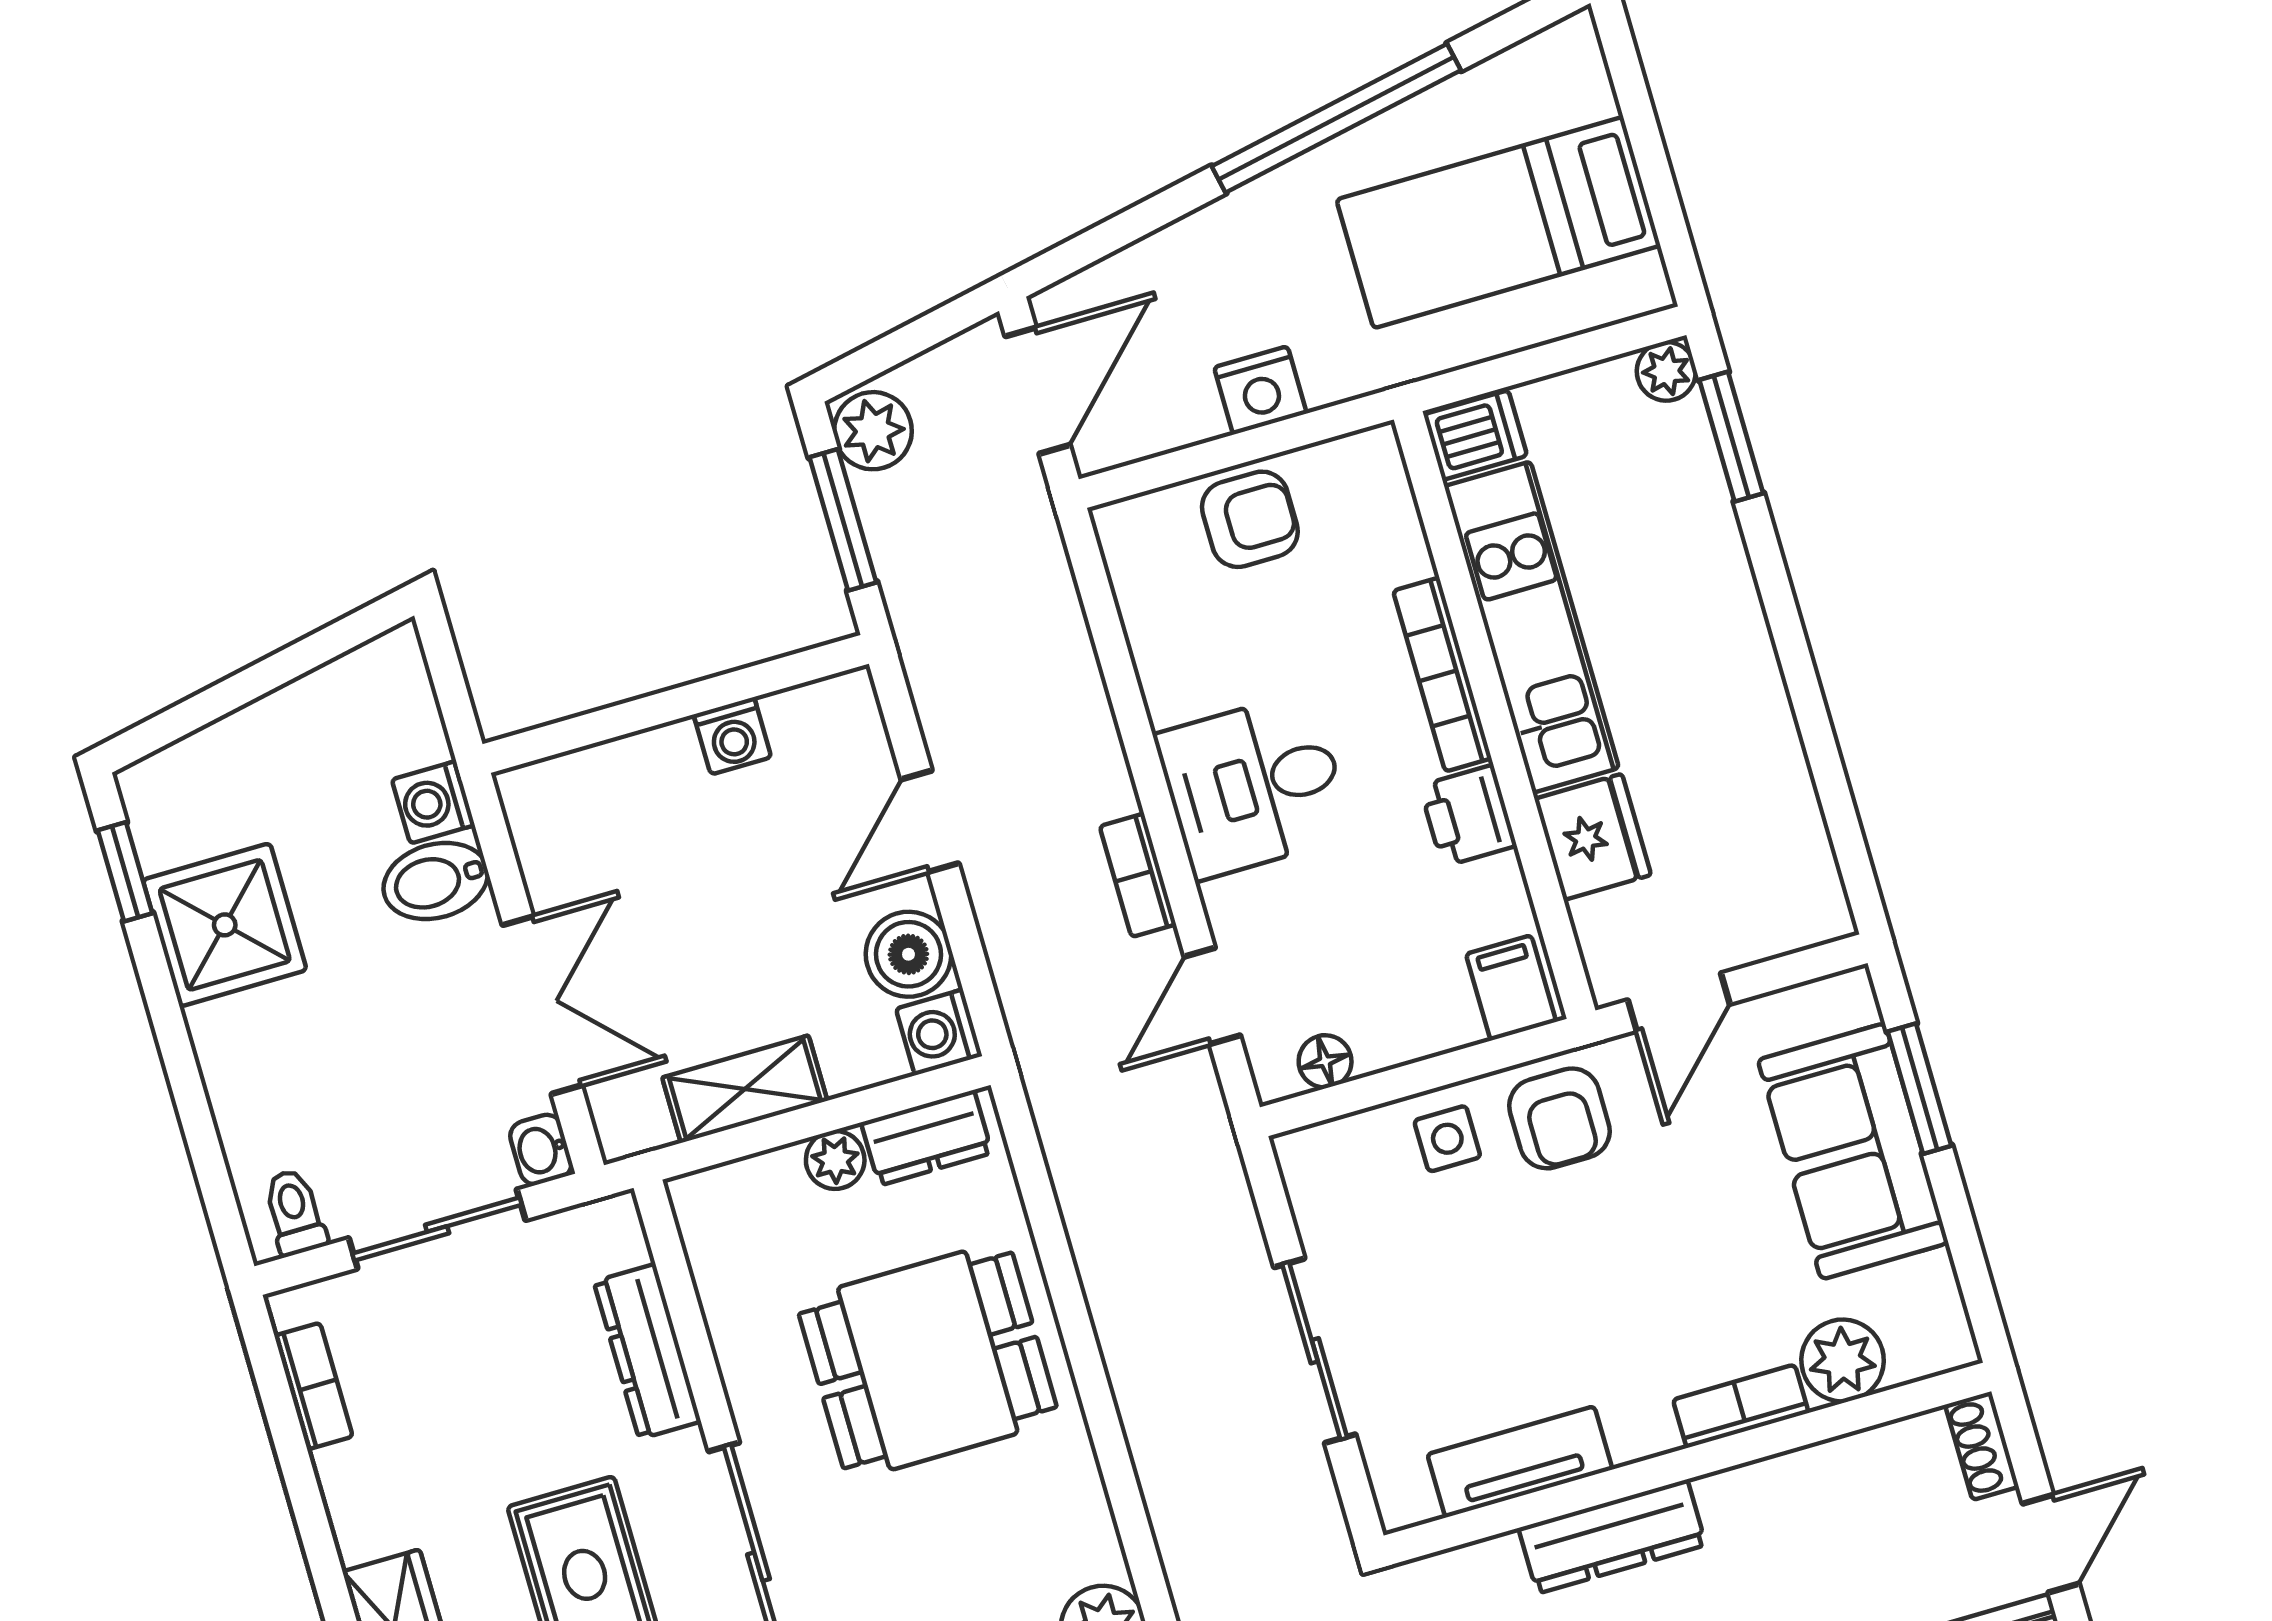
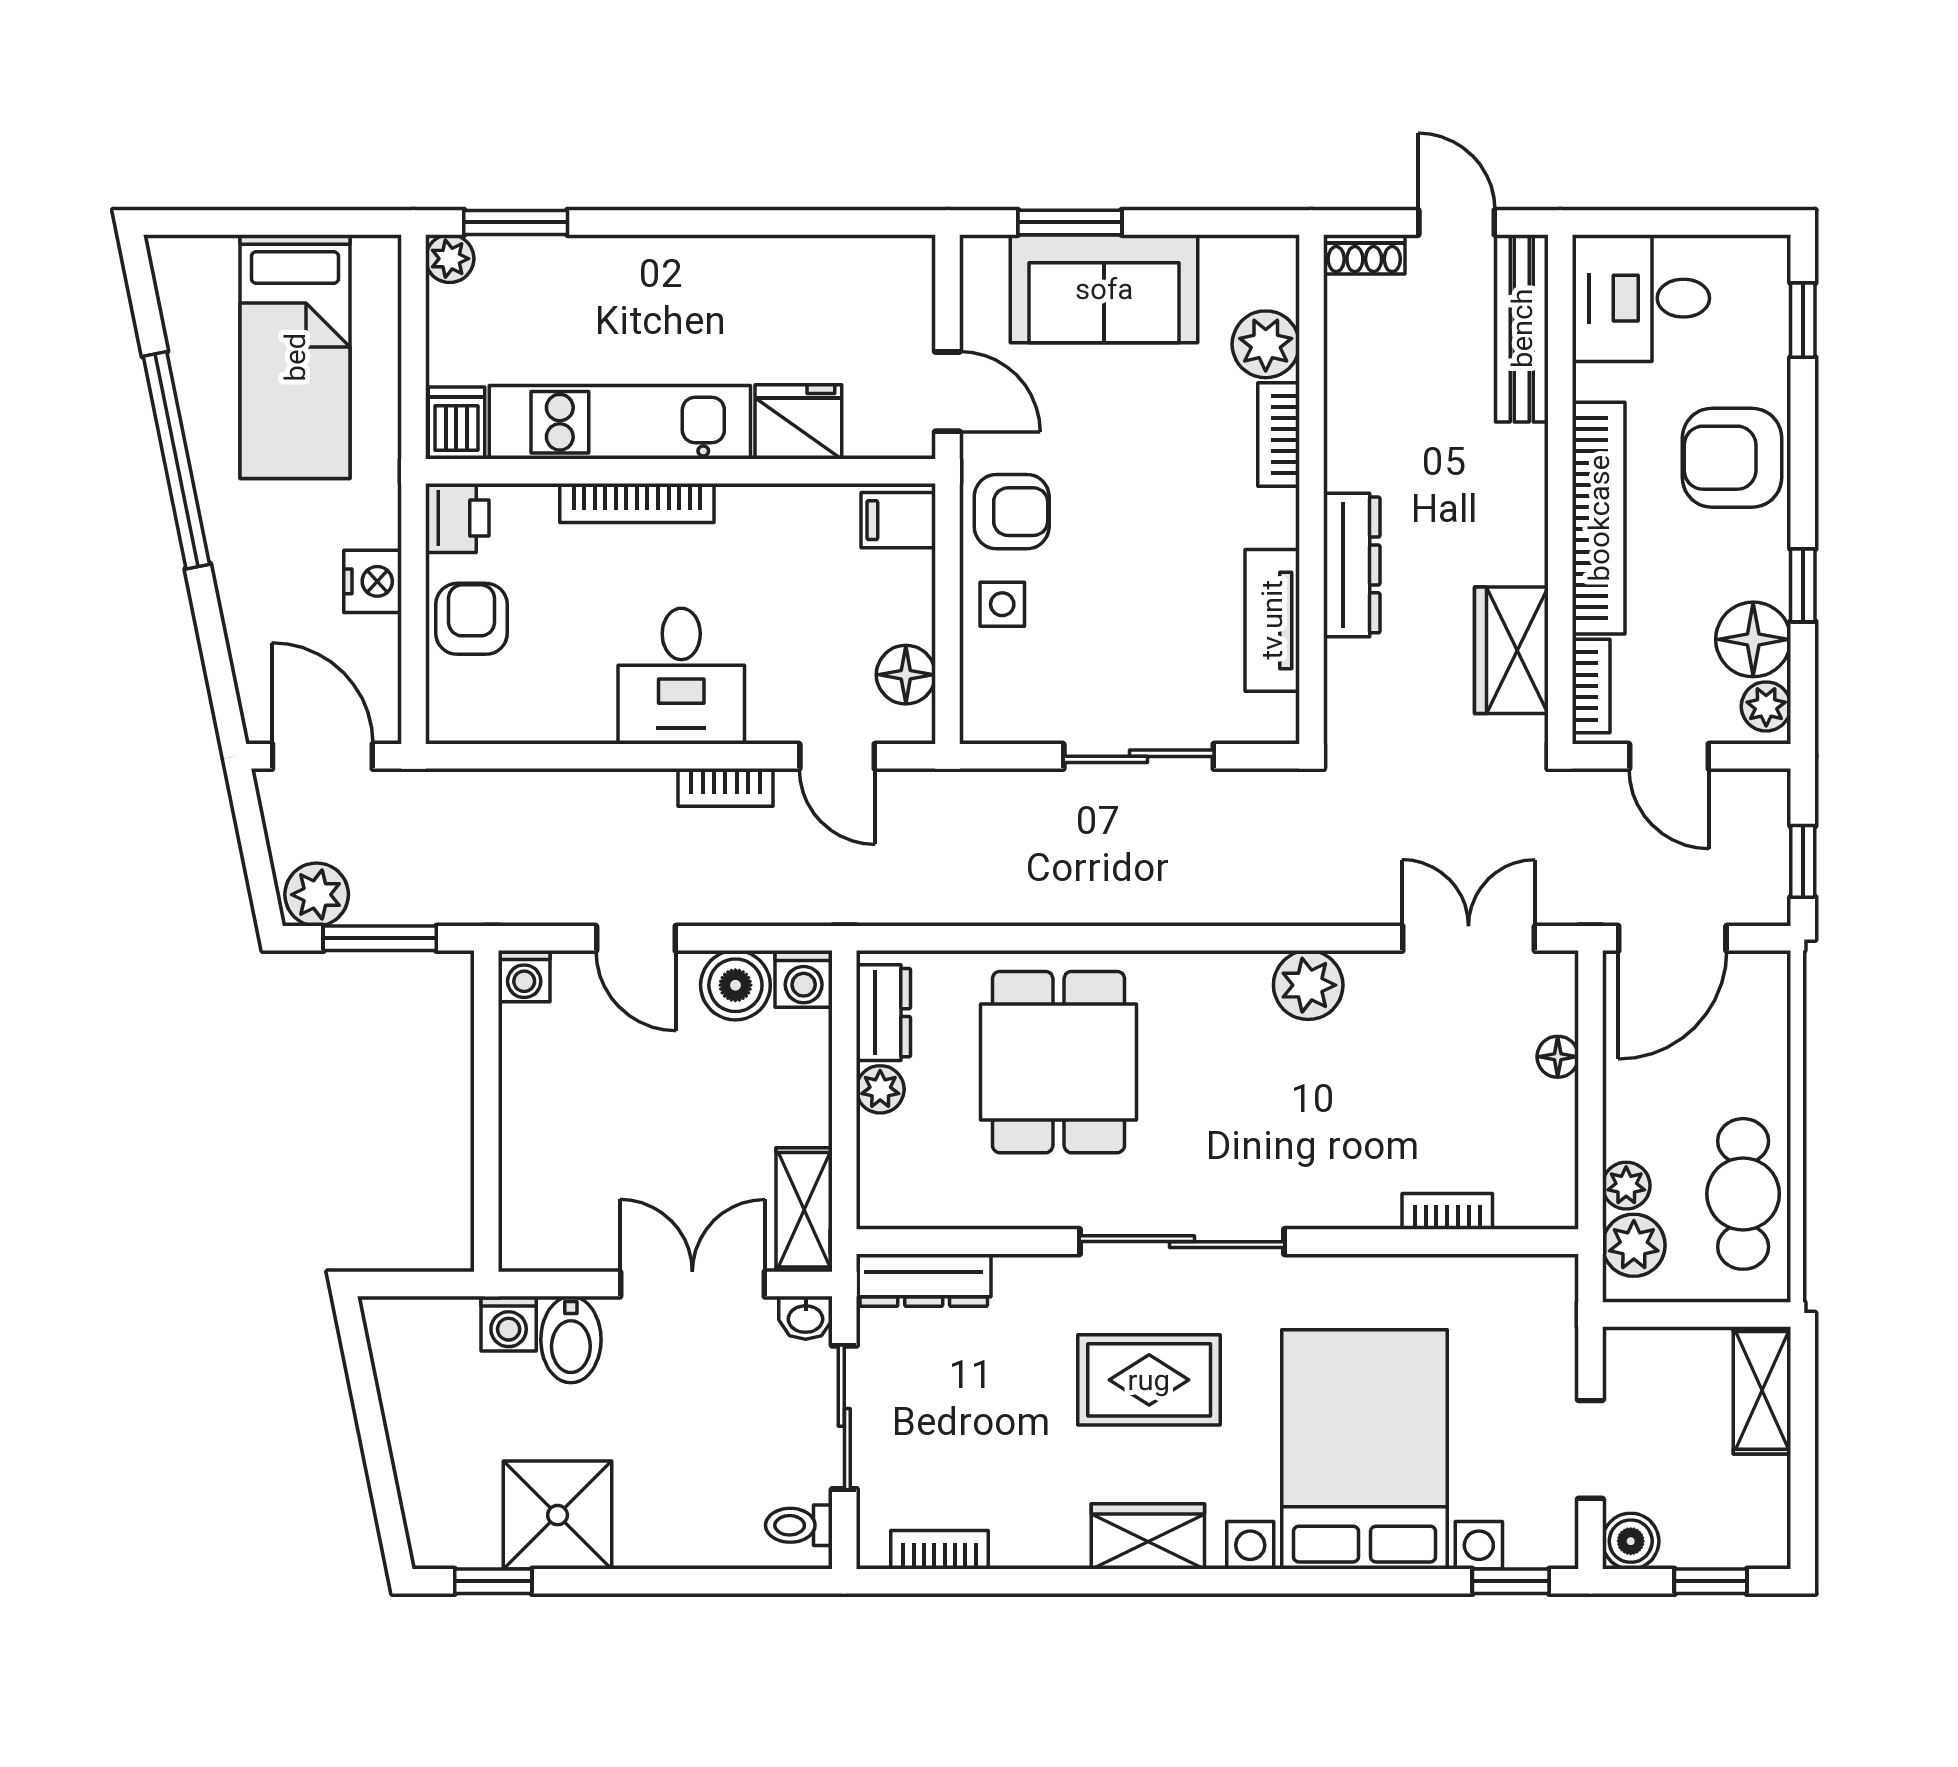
washing machine: (732, 736) -> (524, 976), moved, turned 90
printer: (1468, 816) -> (457, 518), moved, turned -90
floor lamp: (1325, 1061) -> (906, 675), width x1.37, depth x1.37
shelving: (745, 1089) -> (804, 1210), moved
dresser: (647, 1352) -> (924, 1280), moved

